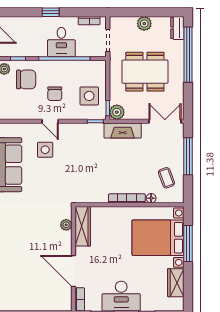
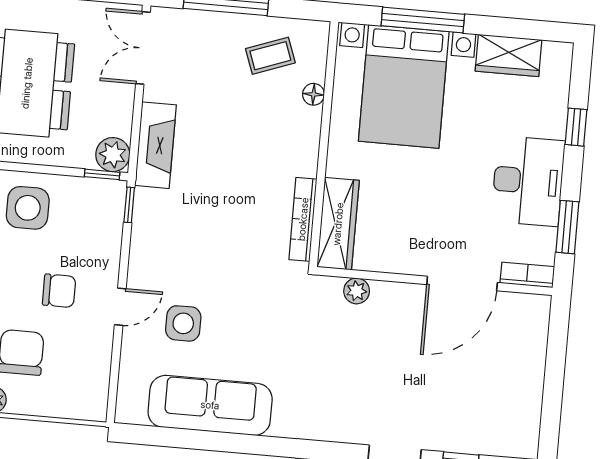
side table: (89, 96) -> (28, 208), moved
bookcase: (127, 198) -> (303, 219), moved
wardrobe: (83, 226) -> (338, 224), moved, turned 90

